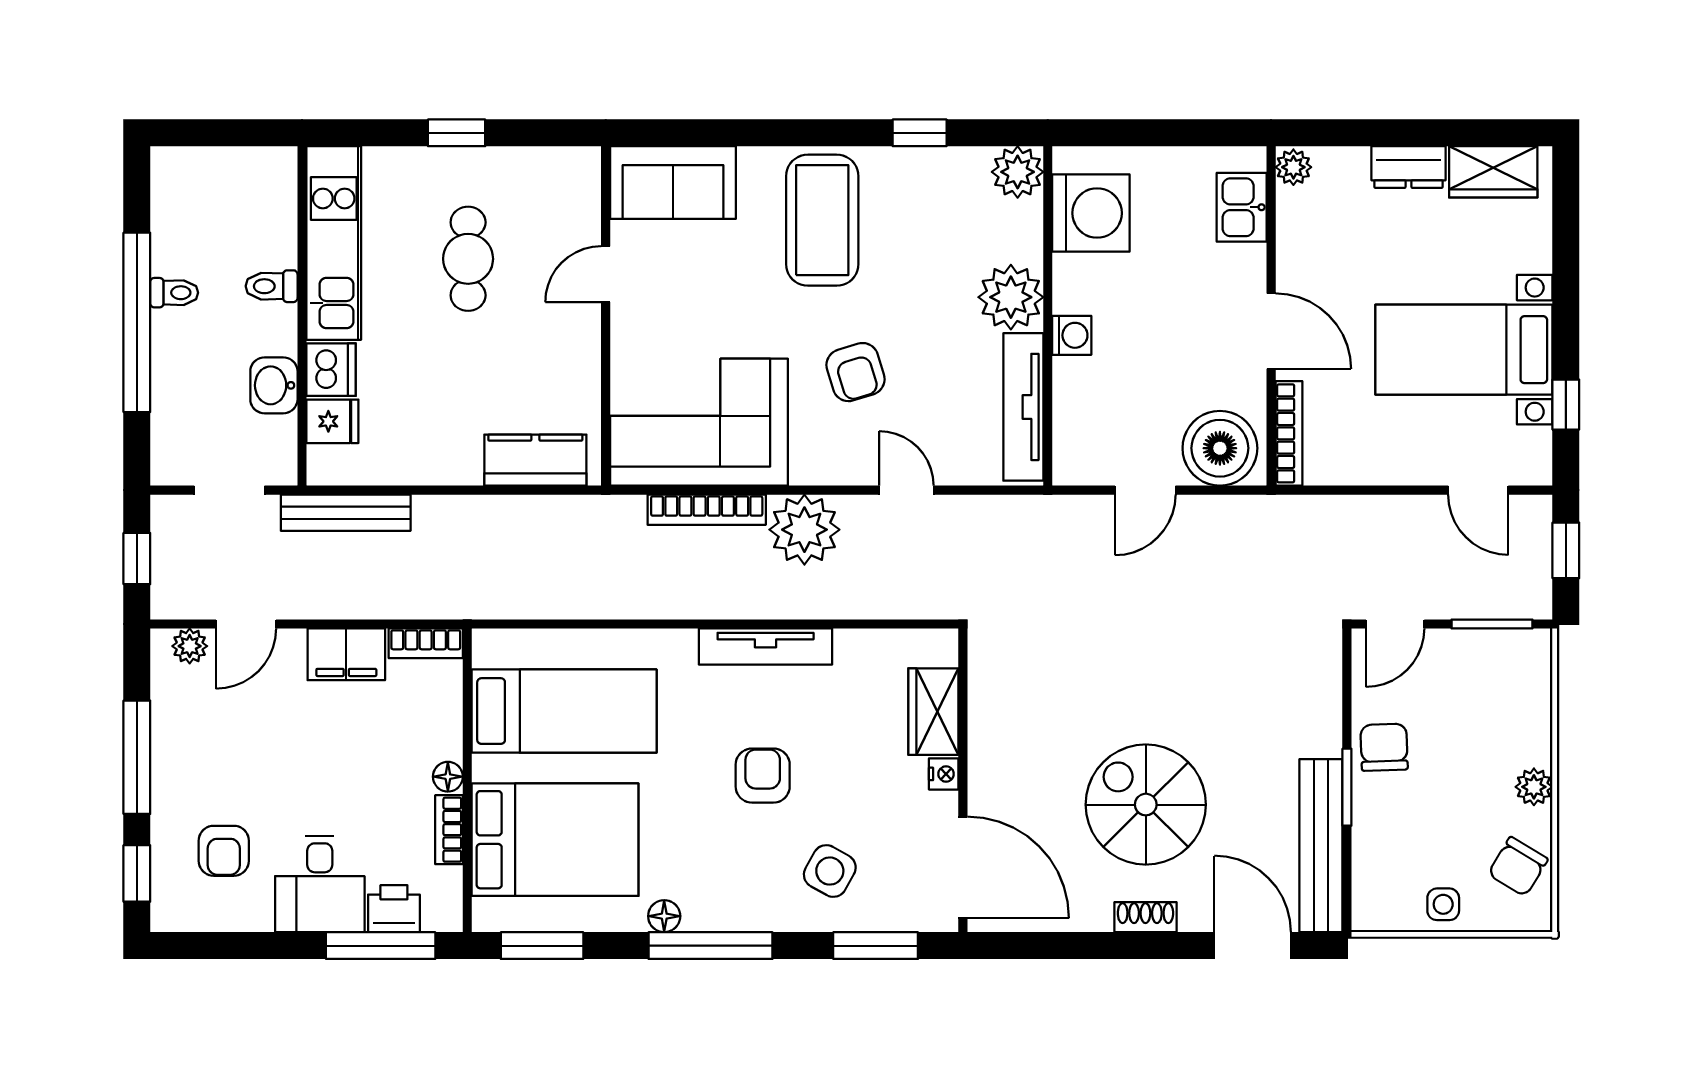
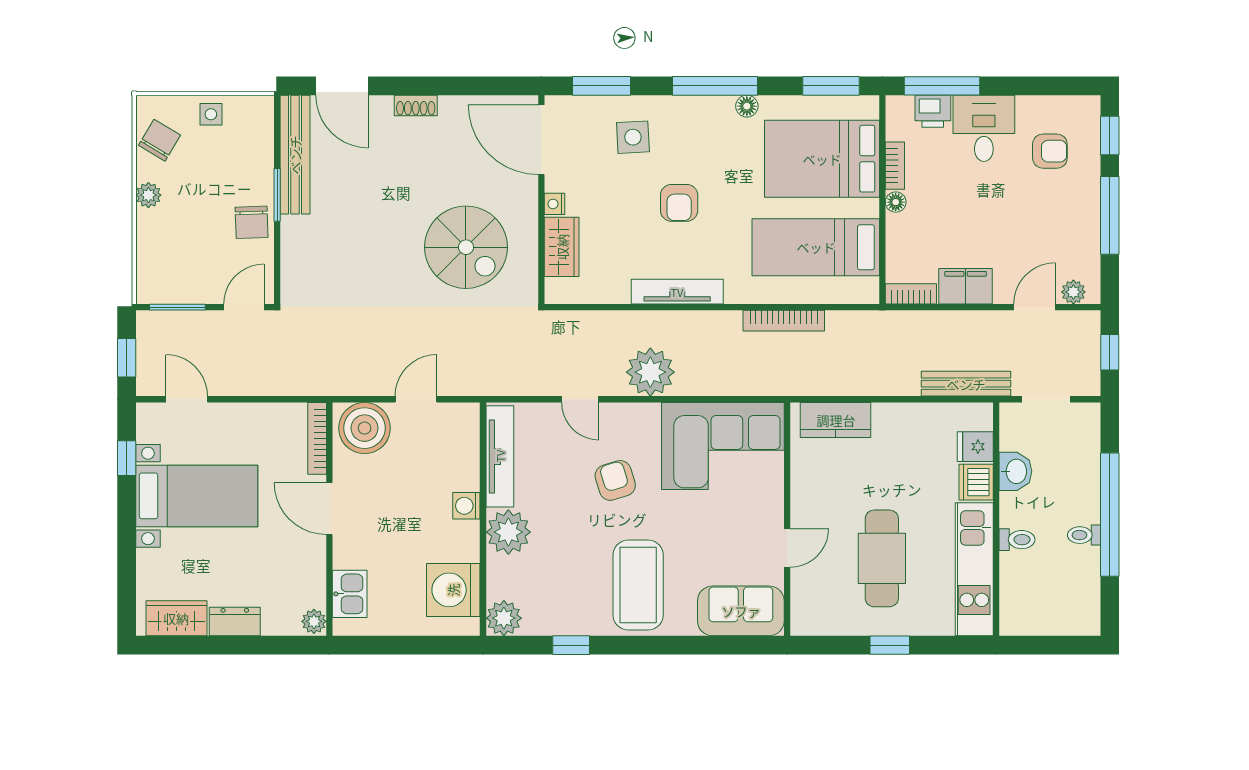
cafe table: (468, 259) -> (882, 558), width x1.37, depth x1.35
bookcase: (707, 510) -> (784, 321), moved, turned 180
spiral stairs: (1146, 805) -> (466, 247), moved
armchair: (224, 851) -> (1050, 151), turned 90
side table: (830, 871) -> (633, 137), turned -32

